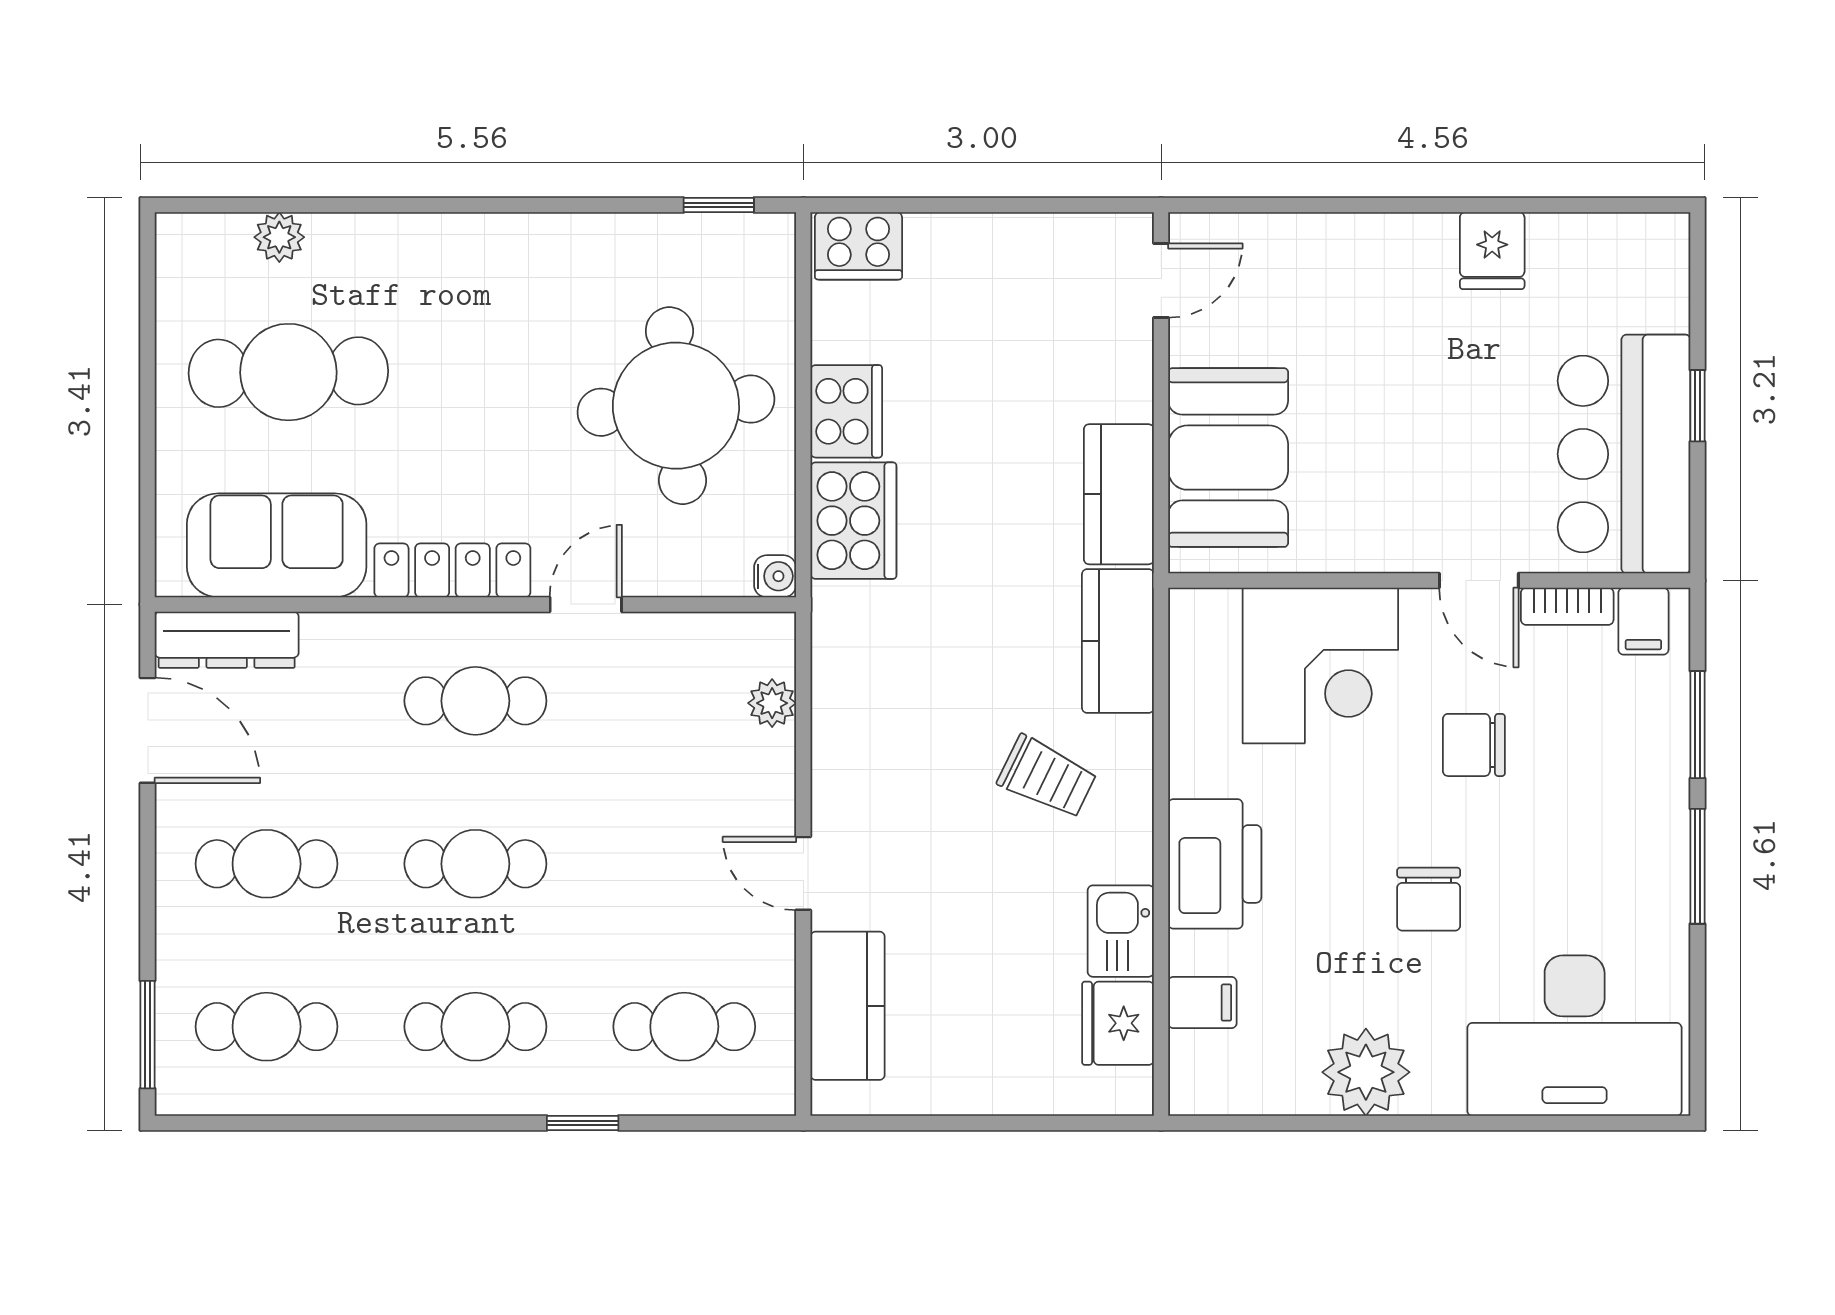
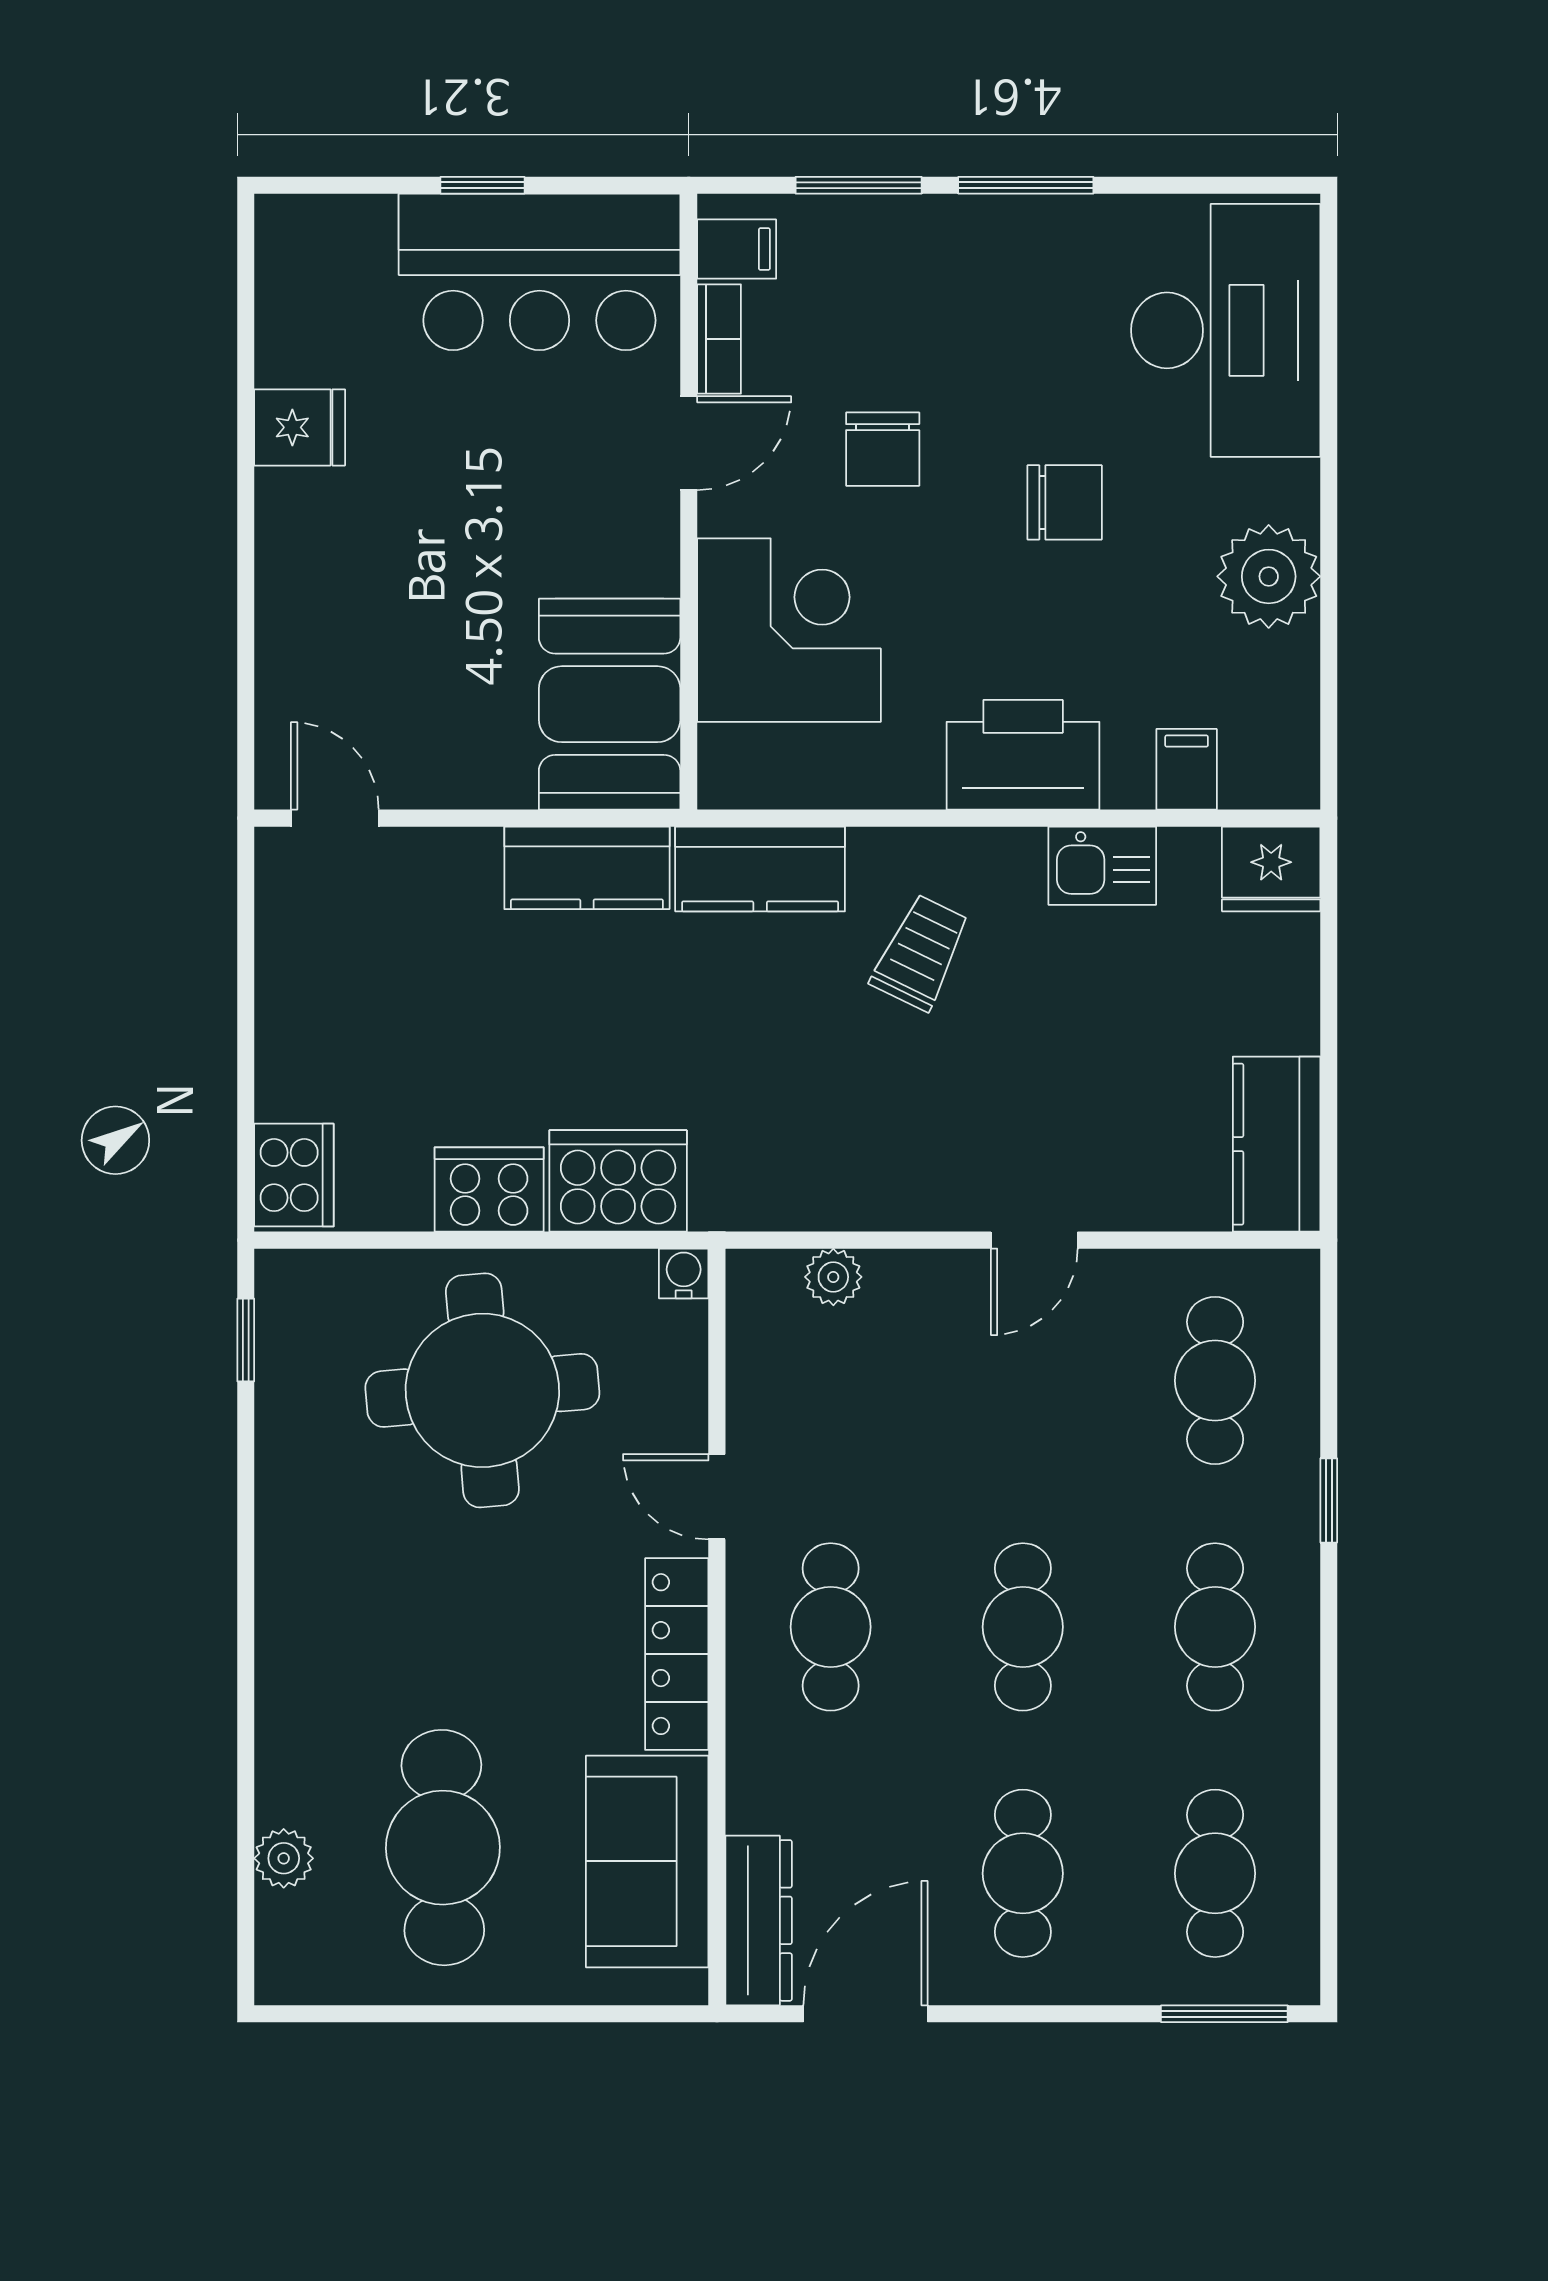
booth: (1228, 458) -> (610, 704), moved, turned 90
kitchen counter: (848, 1006) -> (1277, 1144), moved, turned -90
fridge: (1118, 1023) -> (1271, 869), moved

